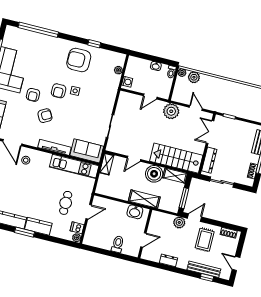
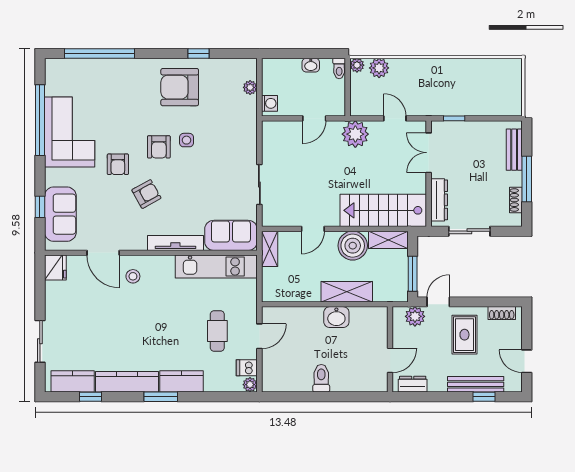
wall: (145, 234) -> (390, 349), moved
door: (143, 240) -> (390, 360), moved

